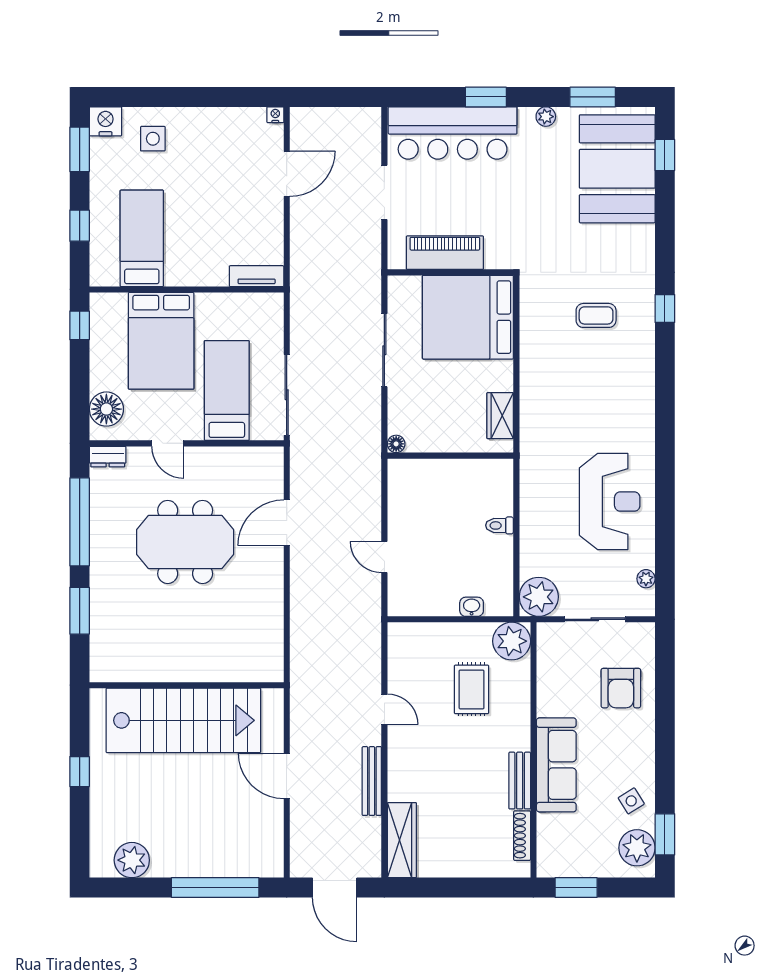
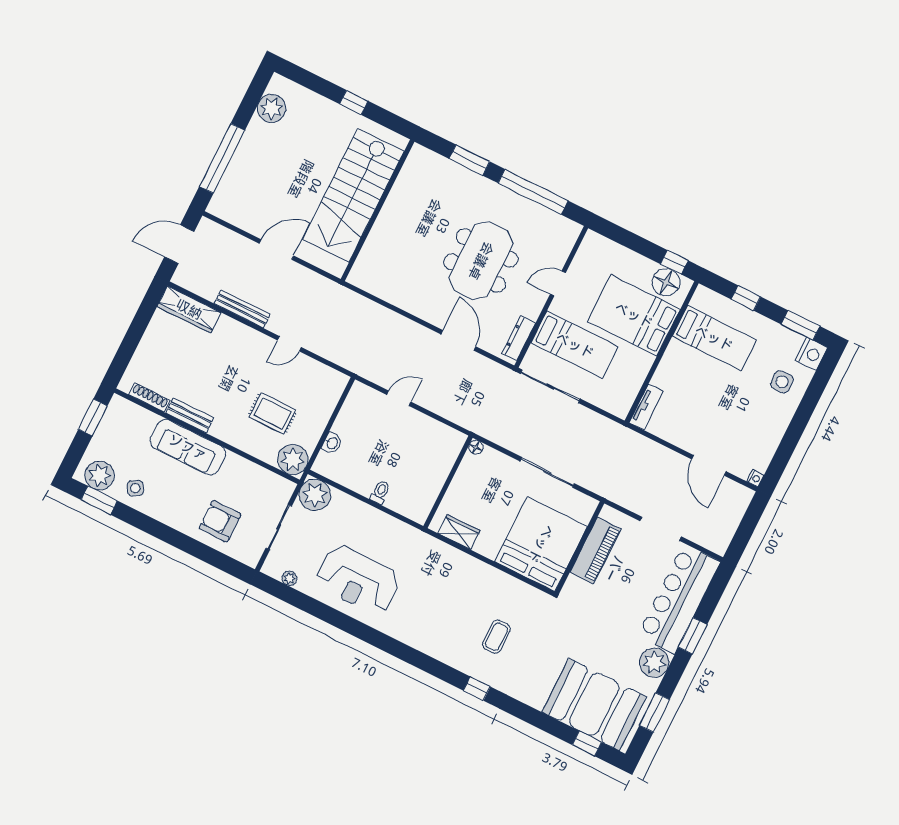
plant: (546, 117) -> (654, 663), width x1.87, depth x1.87
floor lamp: (106, 409) -> (666, 282), moved
dresser: (108, 457) -> (519, 338), moved, width x1.44

